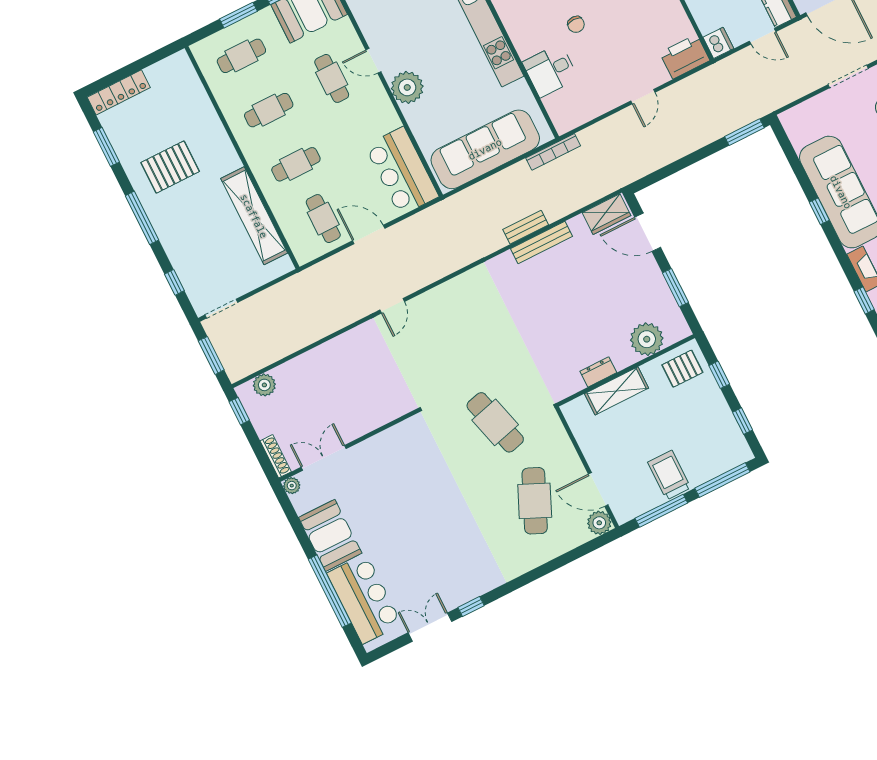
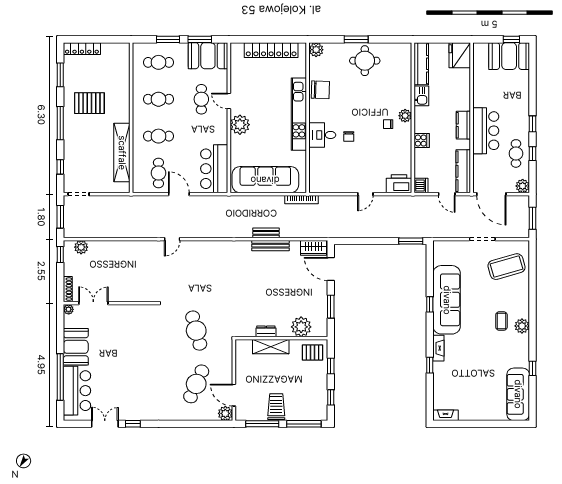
desk: (550, 70) -> (322, 135), moved

